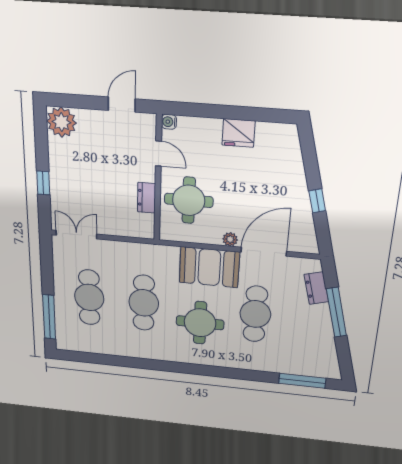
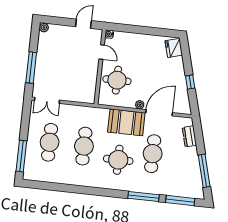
plant: (61, 122) -> (44, 28), width x0.53, depth x0.53
fridge: (238, 133) -> (174, 48), moved, turned 75
window: (43, 183) -> (31, 68), width x2.17
dresser: (146, 198) -> (92, 78), removed
double door: (76, 235) -> (47, 100), swing flipped
window: (336, 312) -> (204, 171), moved
window: (244, 374) -> (144, 196), added

